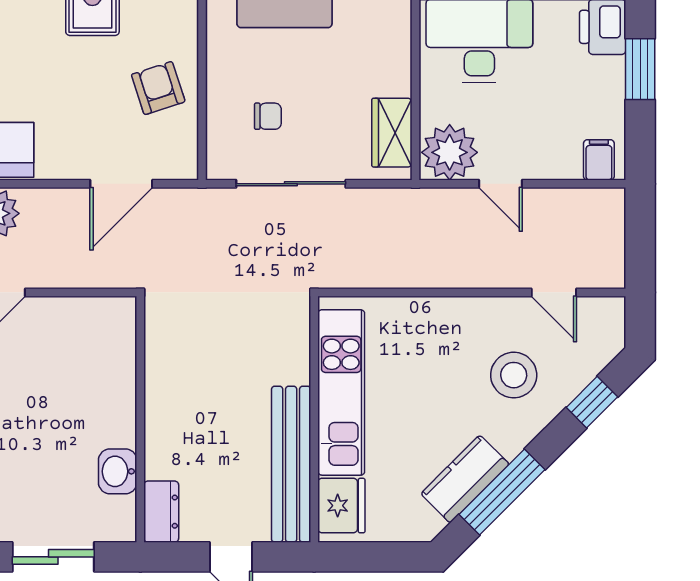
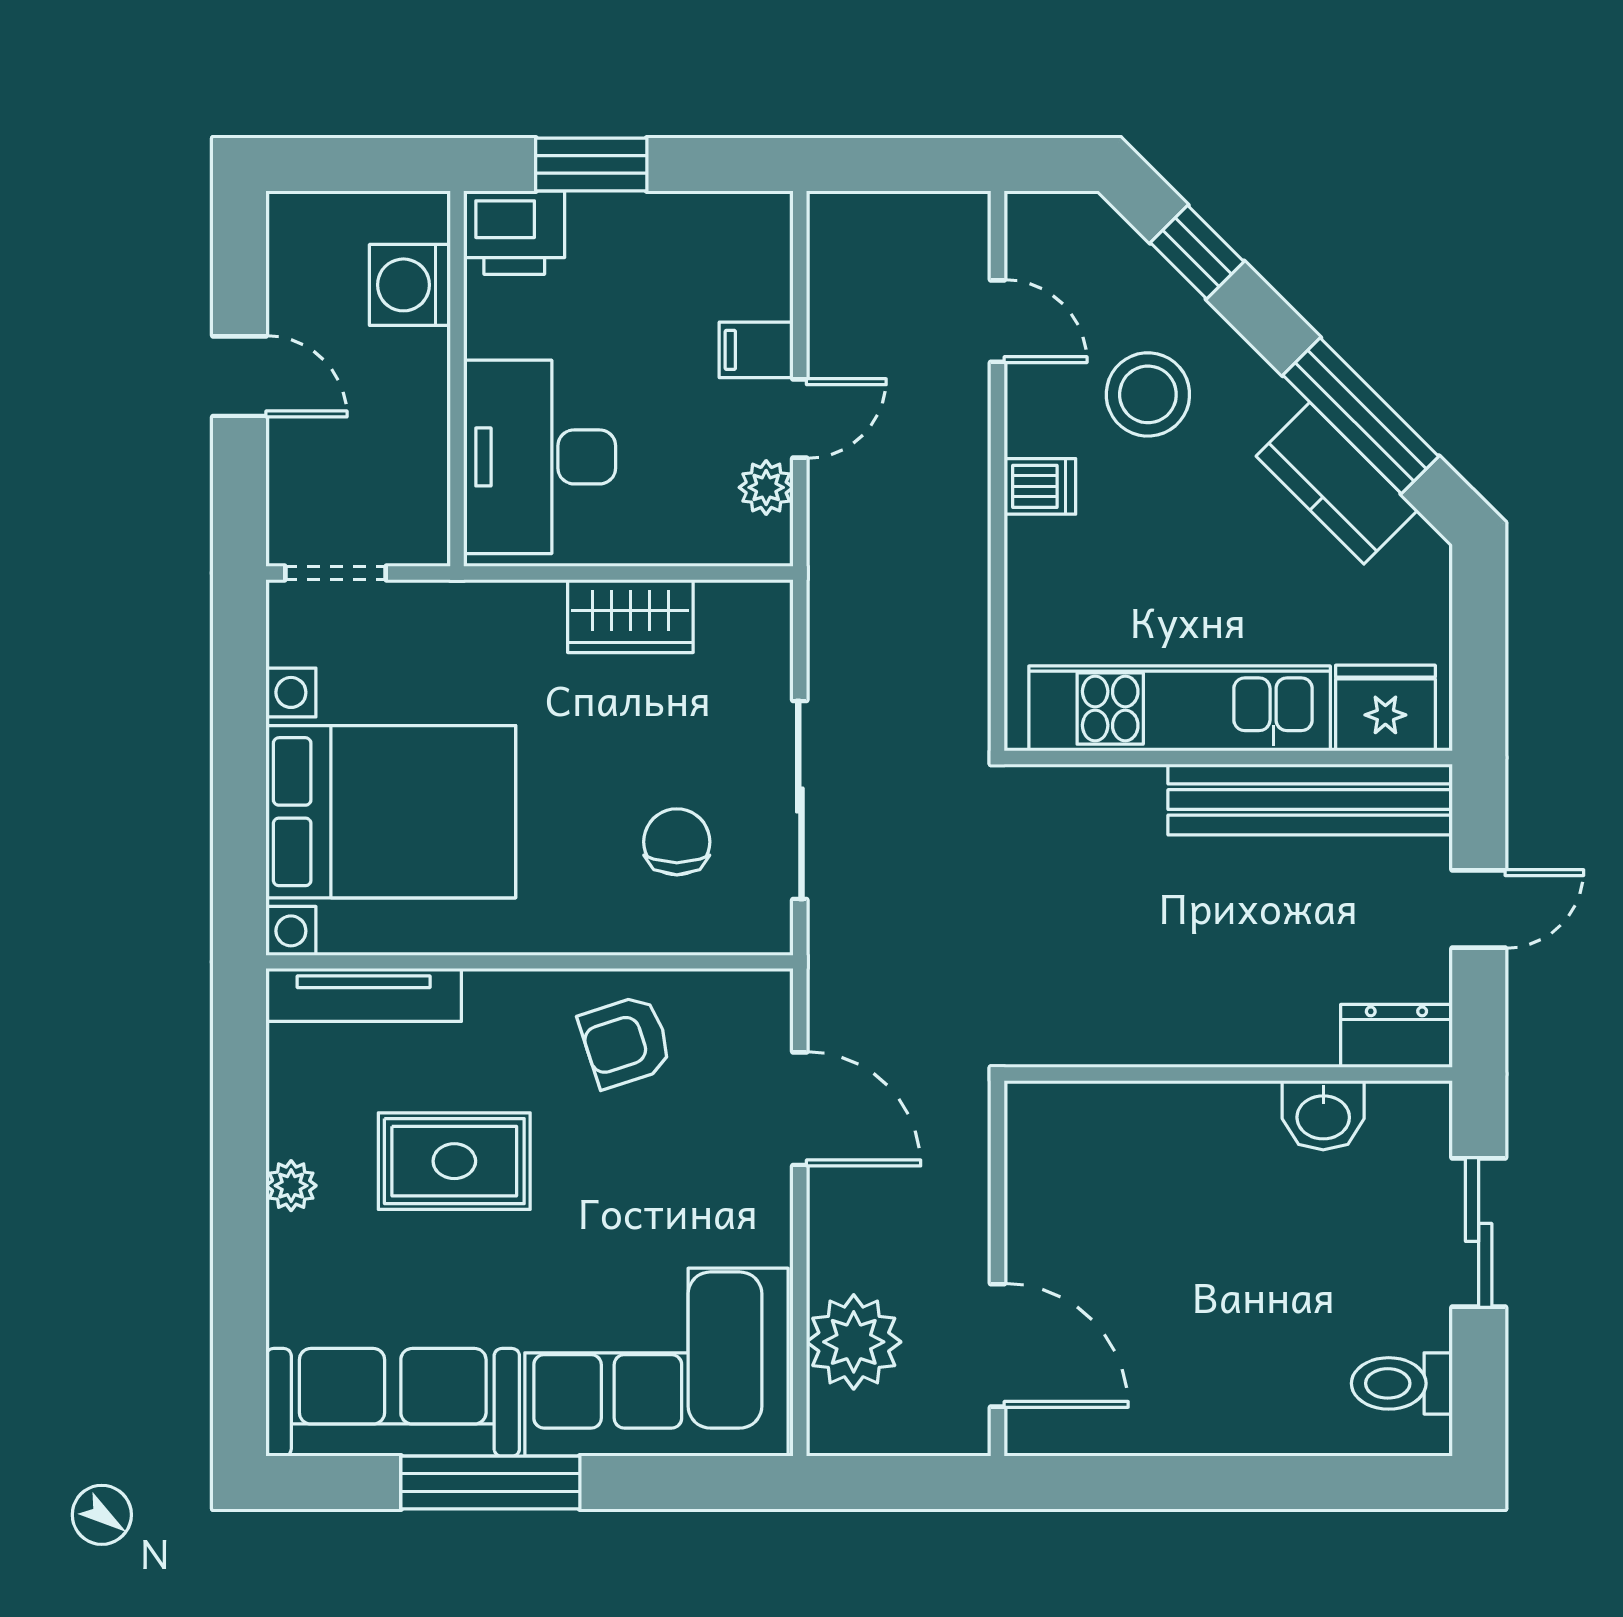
chair: (268, 116) -> (677, 842), width x1.37, depth x1.37
wardrobe: (392, 133) -> (630, 616), moved
plant: (450, 152) -> (766, 487), width x0.53, depth x0.53
filing cabinet: (599, 160) -> (756, 350), moved
door: (554, 292) -> (998, 321), hinge flipped
dishwasher: (463, 316) -> (1040, 486), added

